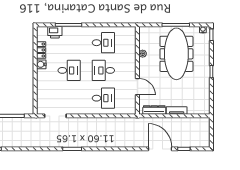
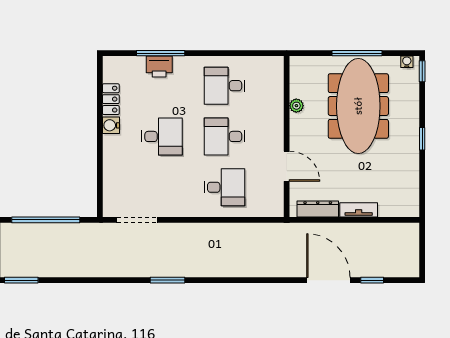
printer: (55, 32) -> (159, 67), moved
desk: (103, 43) -> (225, 86), turned 180

